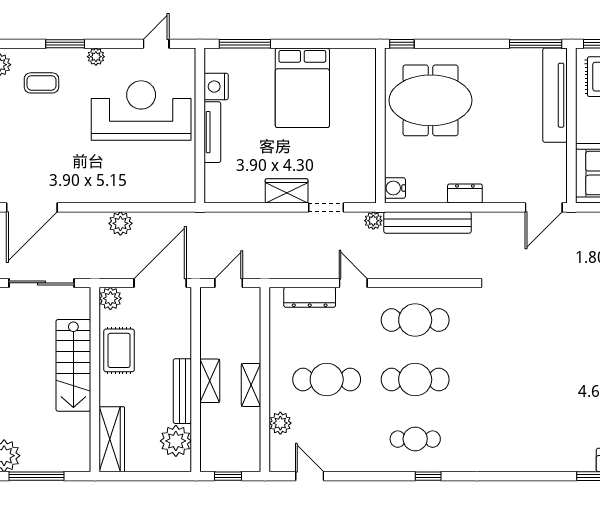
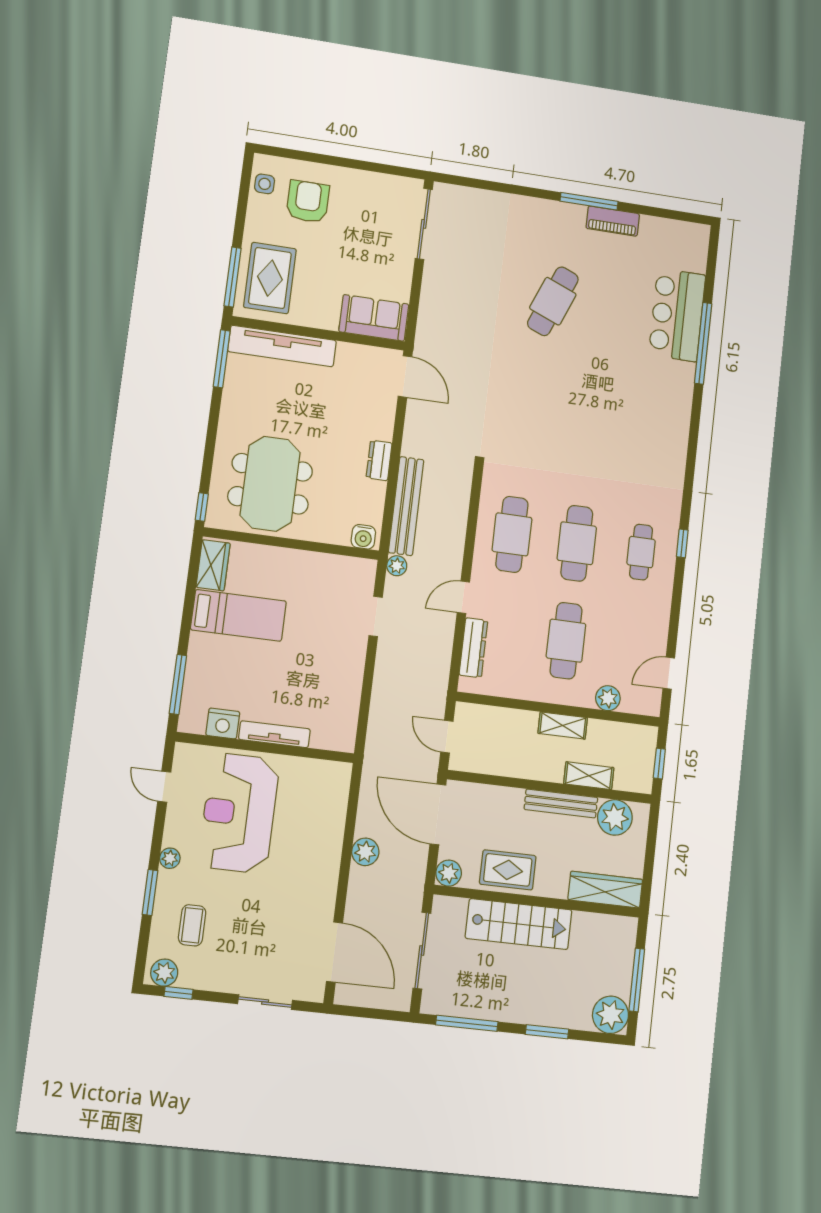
bed: (302, 88) -> (238, 615), width x0.67
wardrobe: (287, 191) -> (213, 565), moved, turned 180
shelving: (210, 381) -> (589, 776), moved

